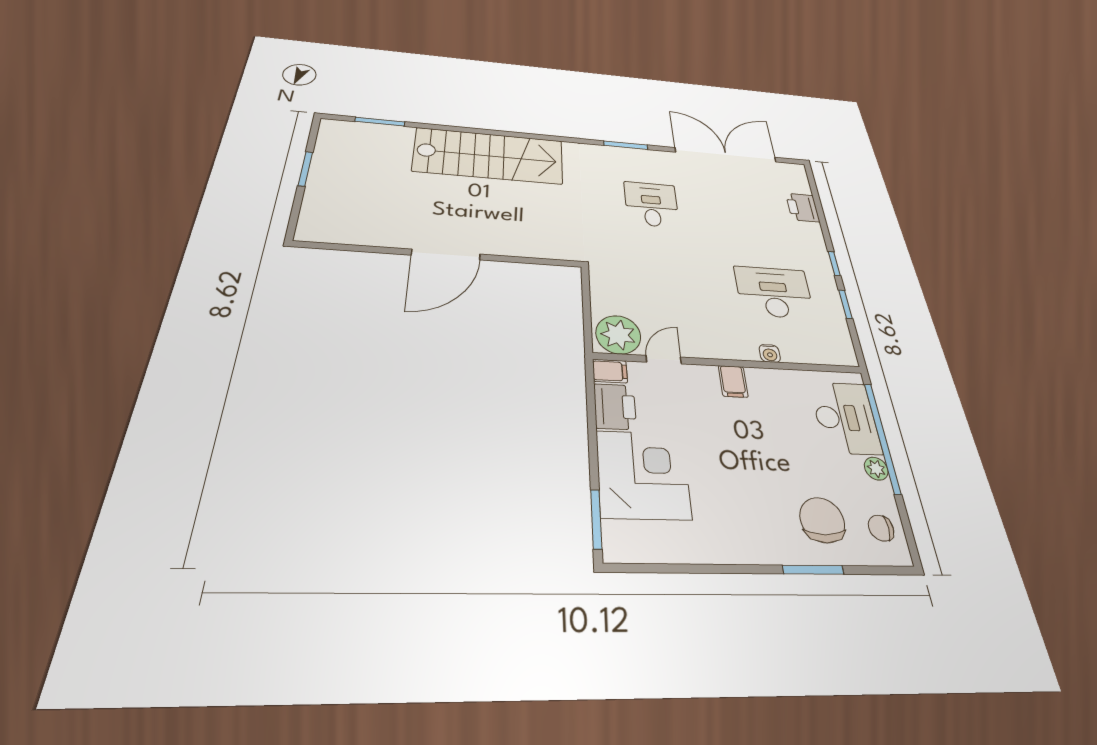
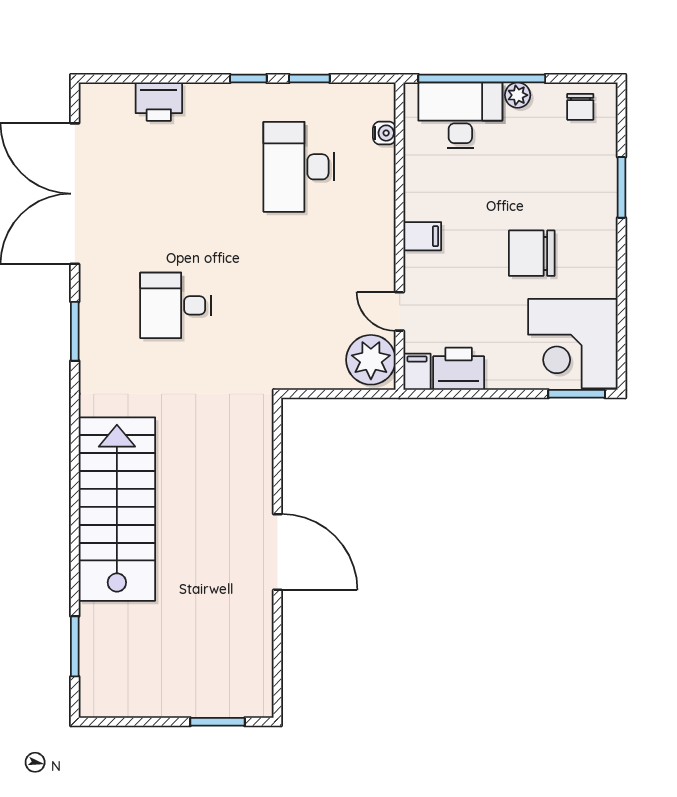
window: (305, 169) -> (218, 722), moved
water cooler: (770, 353) -> (384, 133), moved
corner desk: (643, 475) -> (573, 344), moved, turned -90
chair: (822, 520) -> (532, 253), moved

